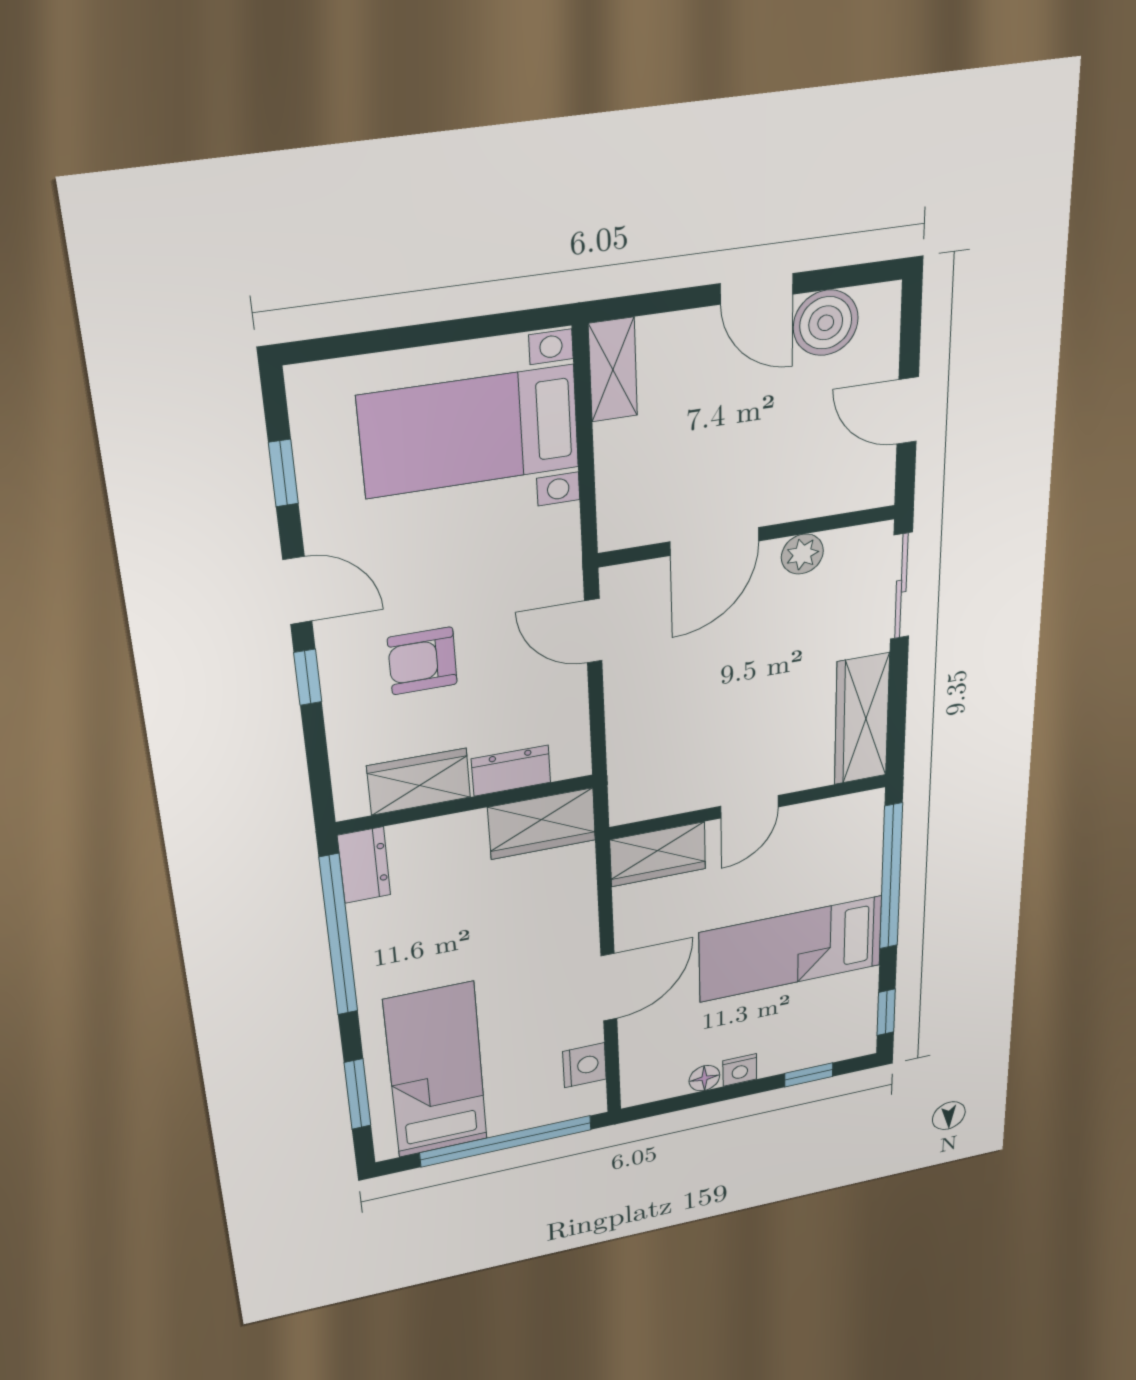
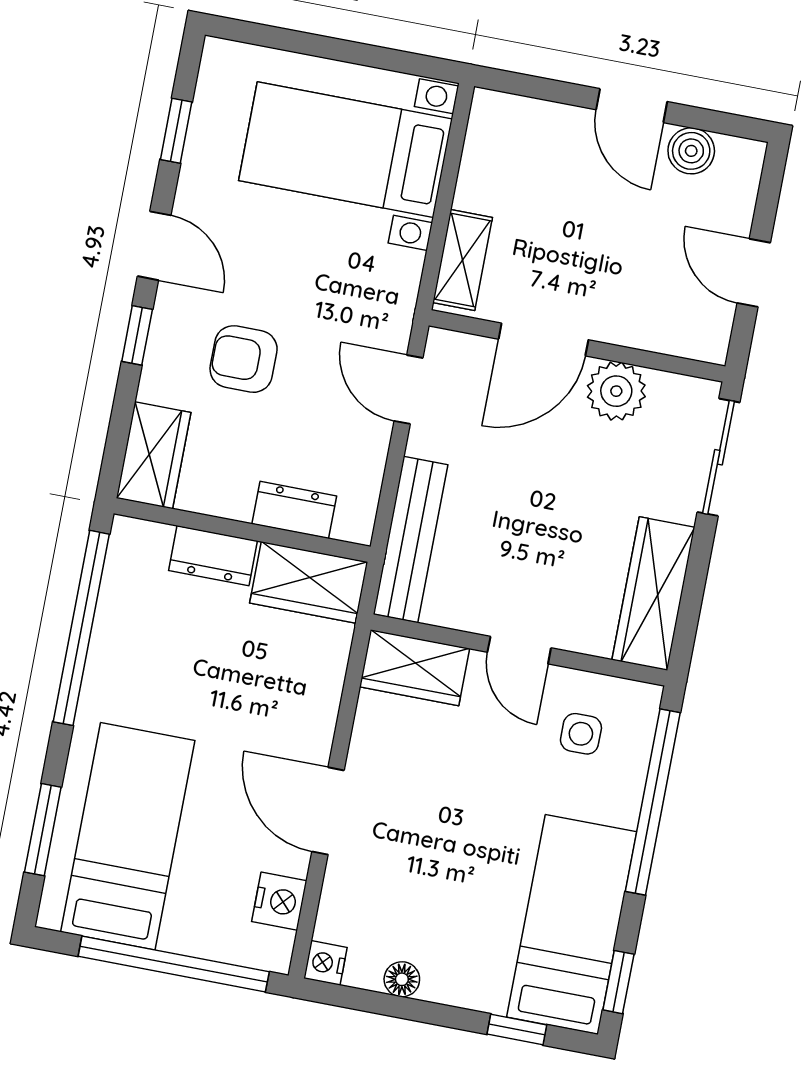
boiler: (826, 323) -> (691, 151), width x0.73, depth x0.73
shelving: (613, 370) -> (463, 260), moved
plant: (802, 554) -> (616, 391), width x1.38, depth x1.38
bench: (628, 756) -> (411, 540), added
wardrobe: (419, 782) -> (154, 455), moved, turned 90
door: (750, 807) -> (519, 650), hinge flipped
side table: (818, 850) -> (581, 734), added
dresser: (364, 865) -> (213, 556), moved, turned 90
bed: (791, 949) -> (572, 924), moved, turned 90
door: (609, 987) -> (328, 811), swing flipped
nightstand: (740, 1070) -> (325, 963), moved, turned 90

